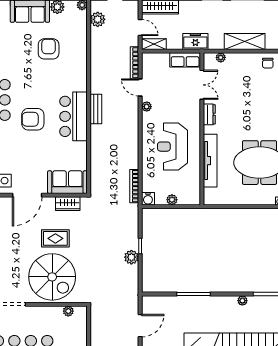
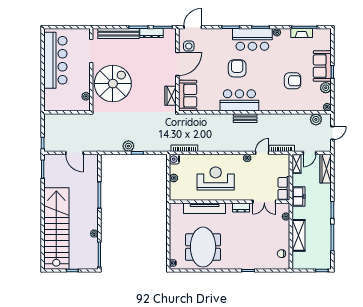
door: (27, 195) -> (177, 64), swing flipped
rug: (55, 238) -> (143, 86), removed
spiral stairs: (52, 277) -> (113, 84), turned 180

